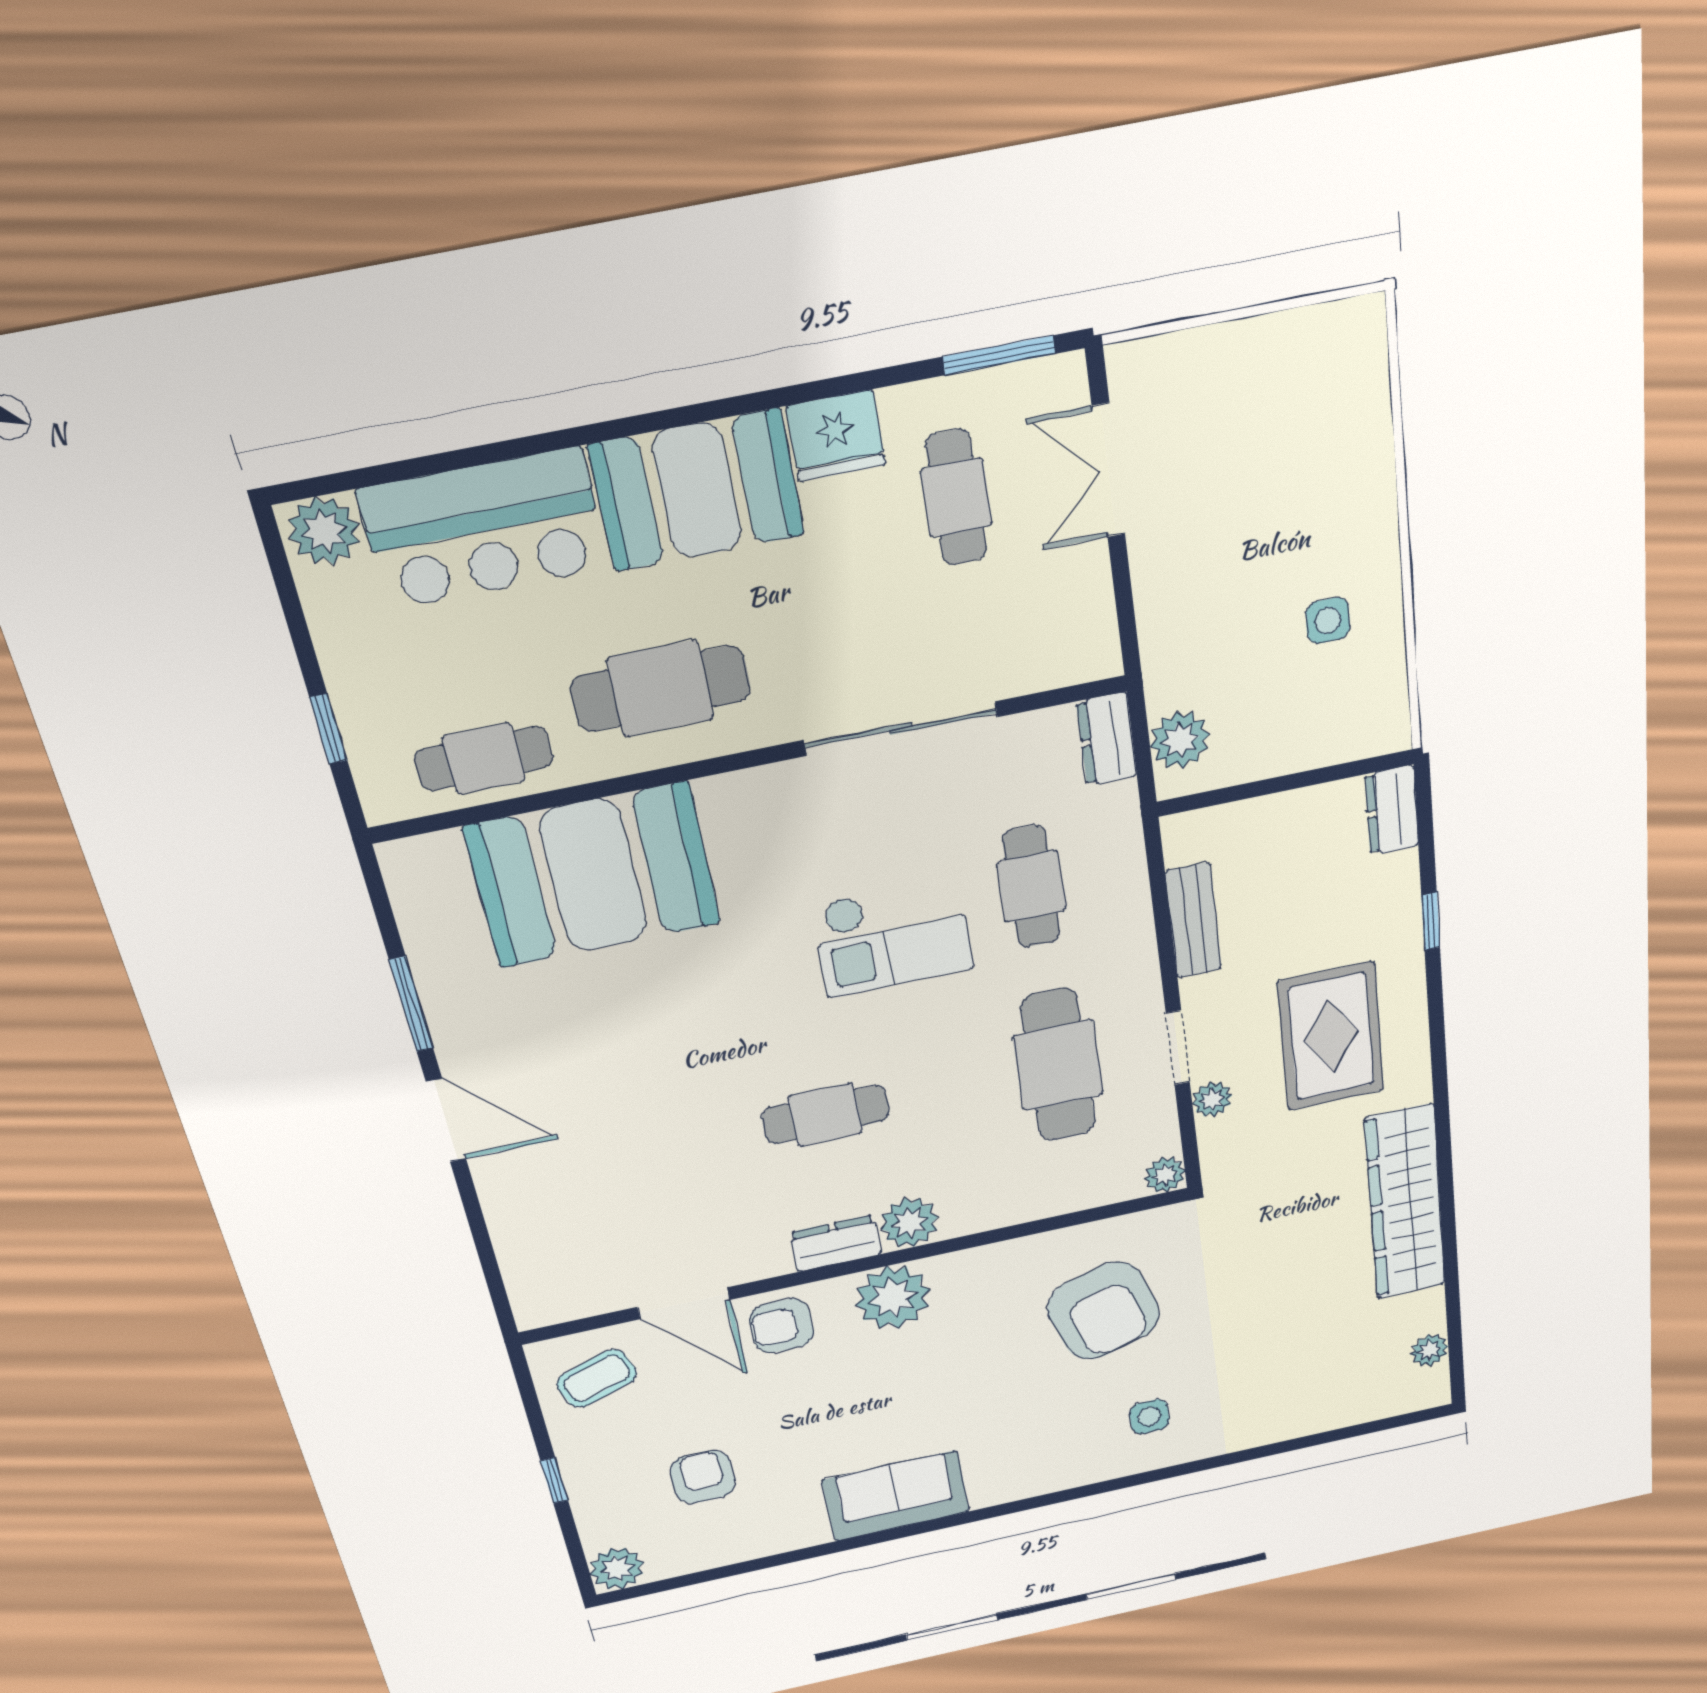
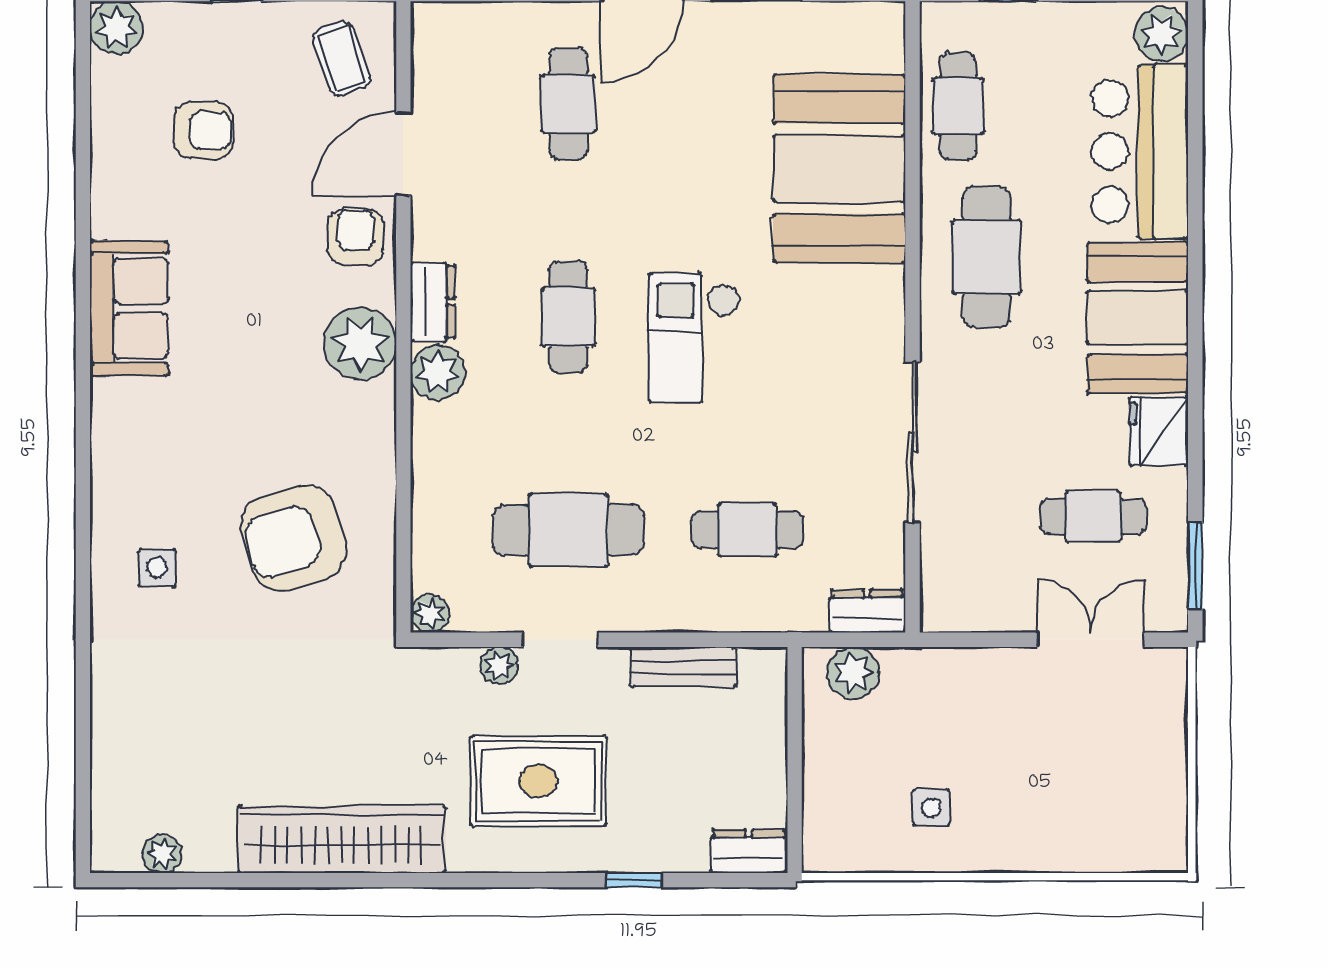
checkout: (893, 937) -> (694, 338), moved
cafe table: (590, 1165) -> (568, 104), added

